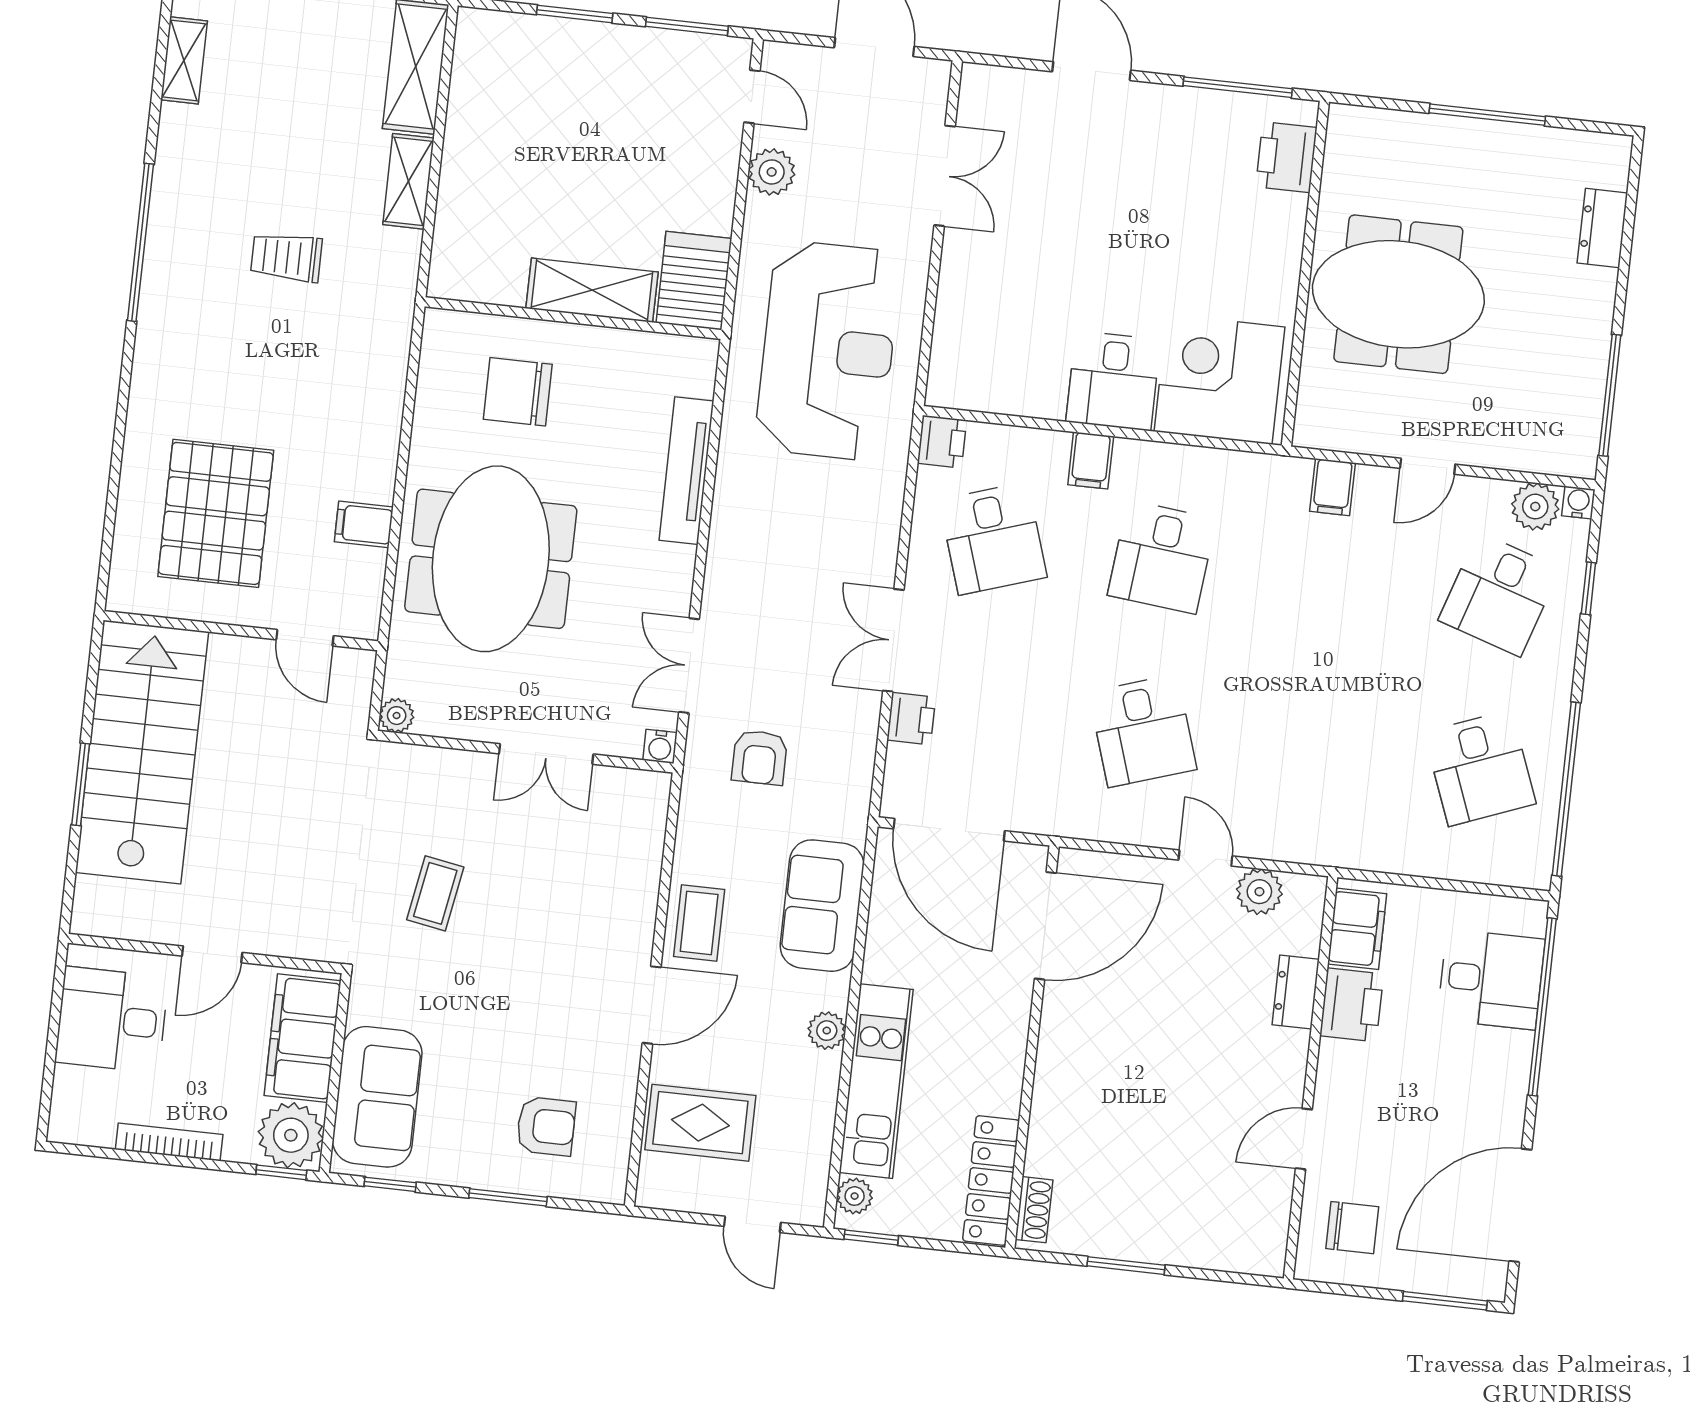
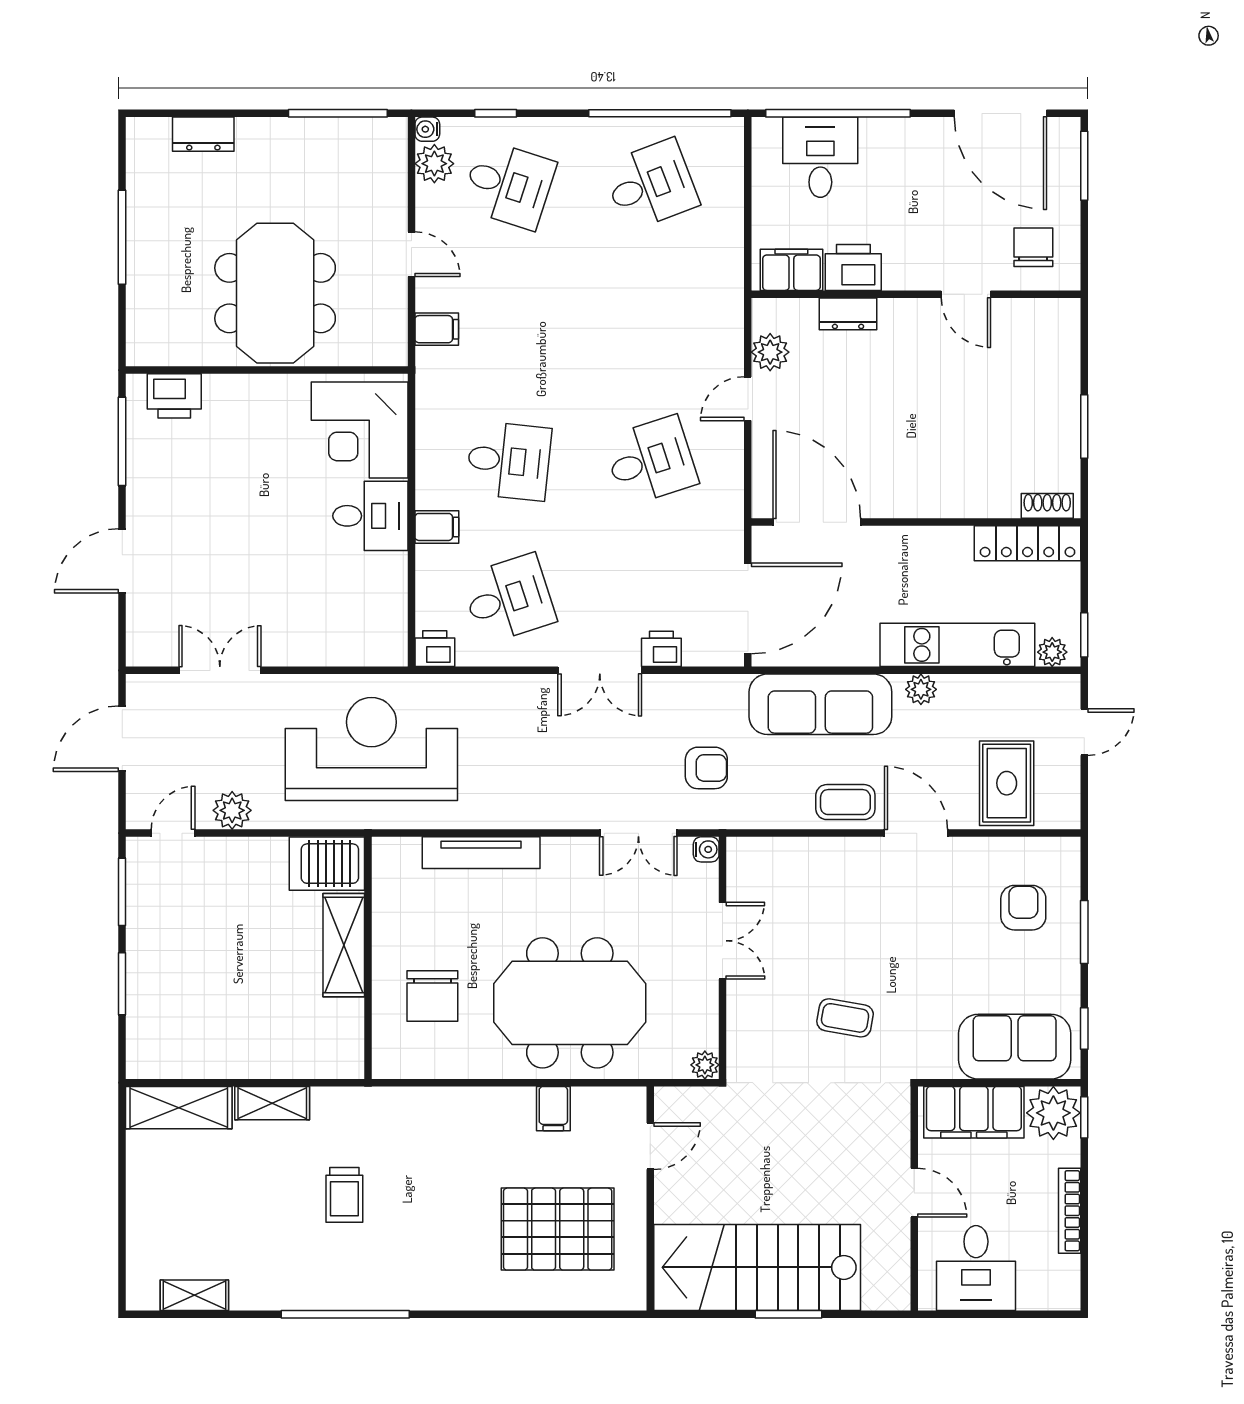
sofa: (822, 906) -> (820, 704), width x1.36

